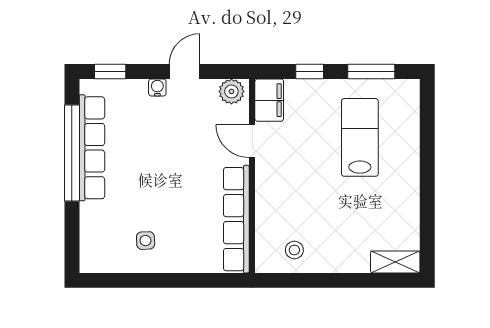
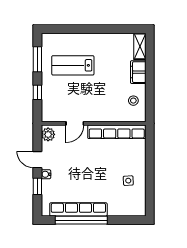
window: (110, 72) -> (37, 186), moved
filing cabinet: (269, 100) -> (138, 72), moved, turned -90

